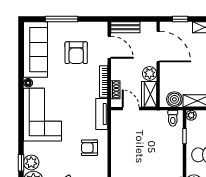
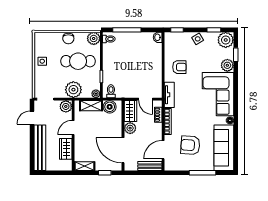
door: (109, 47) -> (163, 150), hinge flipped
armchair: (76, 53) -> (190, 145), turned -86
plant: (31, 162) -> (227, 65), moved

